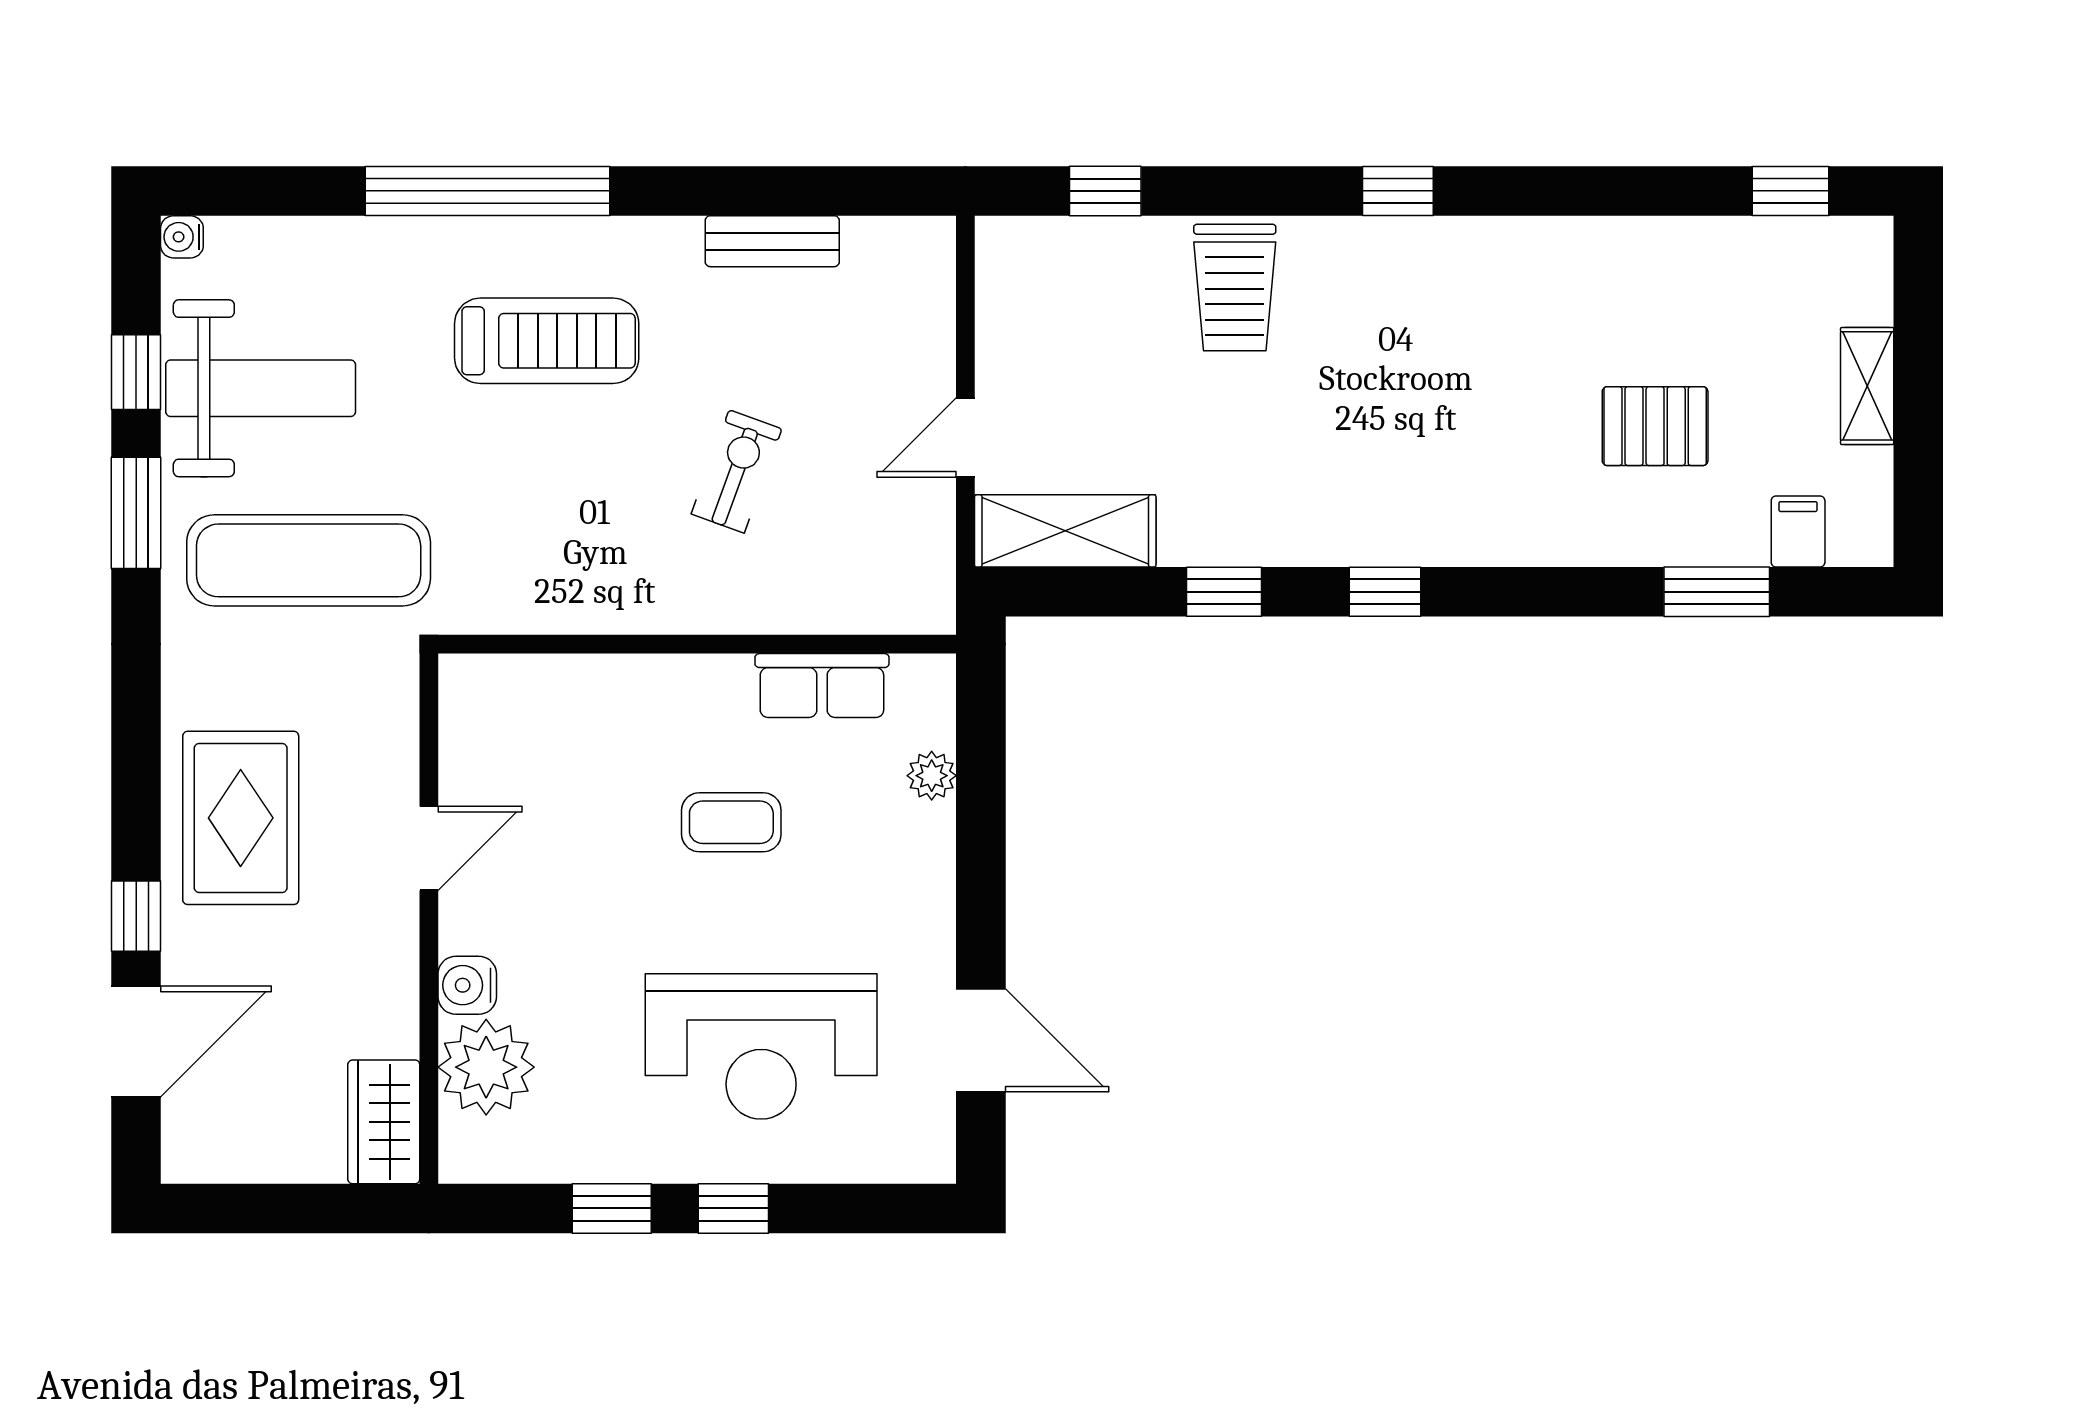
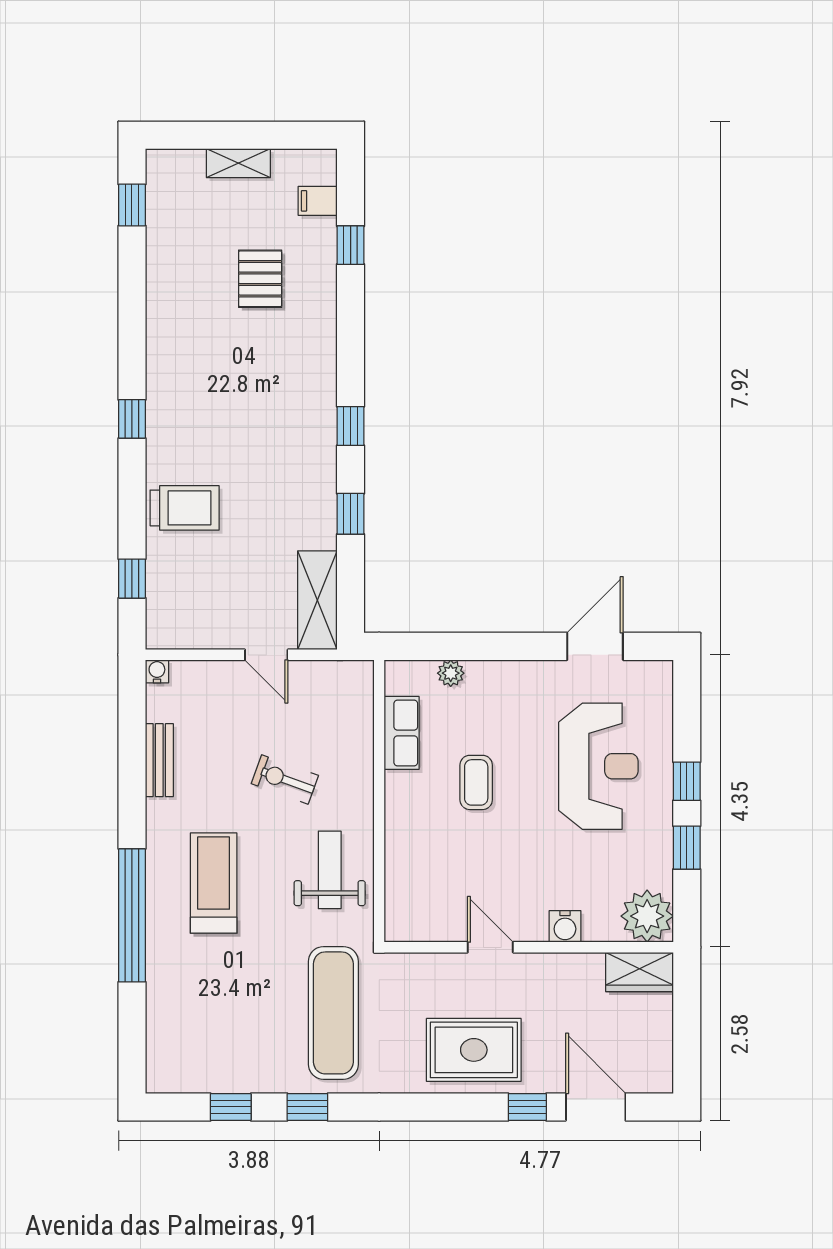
water cooler: (182, 237) -> (157, 671), moved, turned 180
weight bench: (261, 388) -> (330, 870), moved, width x0.73, depth x0.75
window: (136, 513) -> (307, 1107), width x0.67
window: (1717, 592) -> (351, 245), width x0.67
plant: (486, 1067) -> (647, 916), moved

